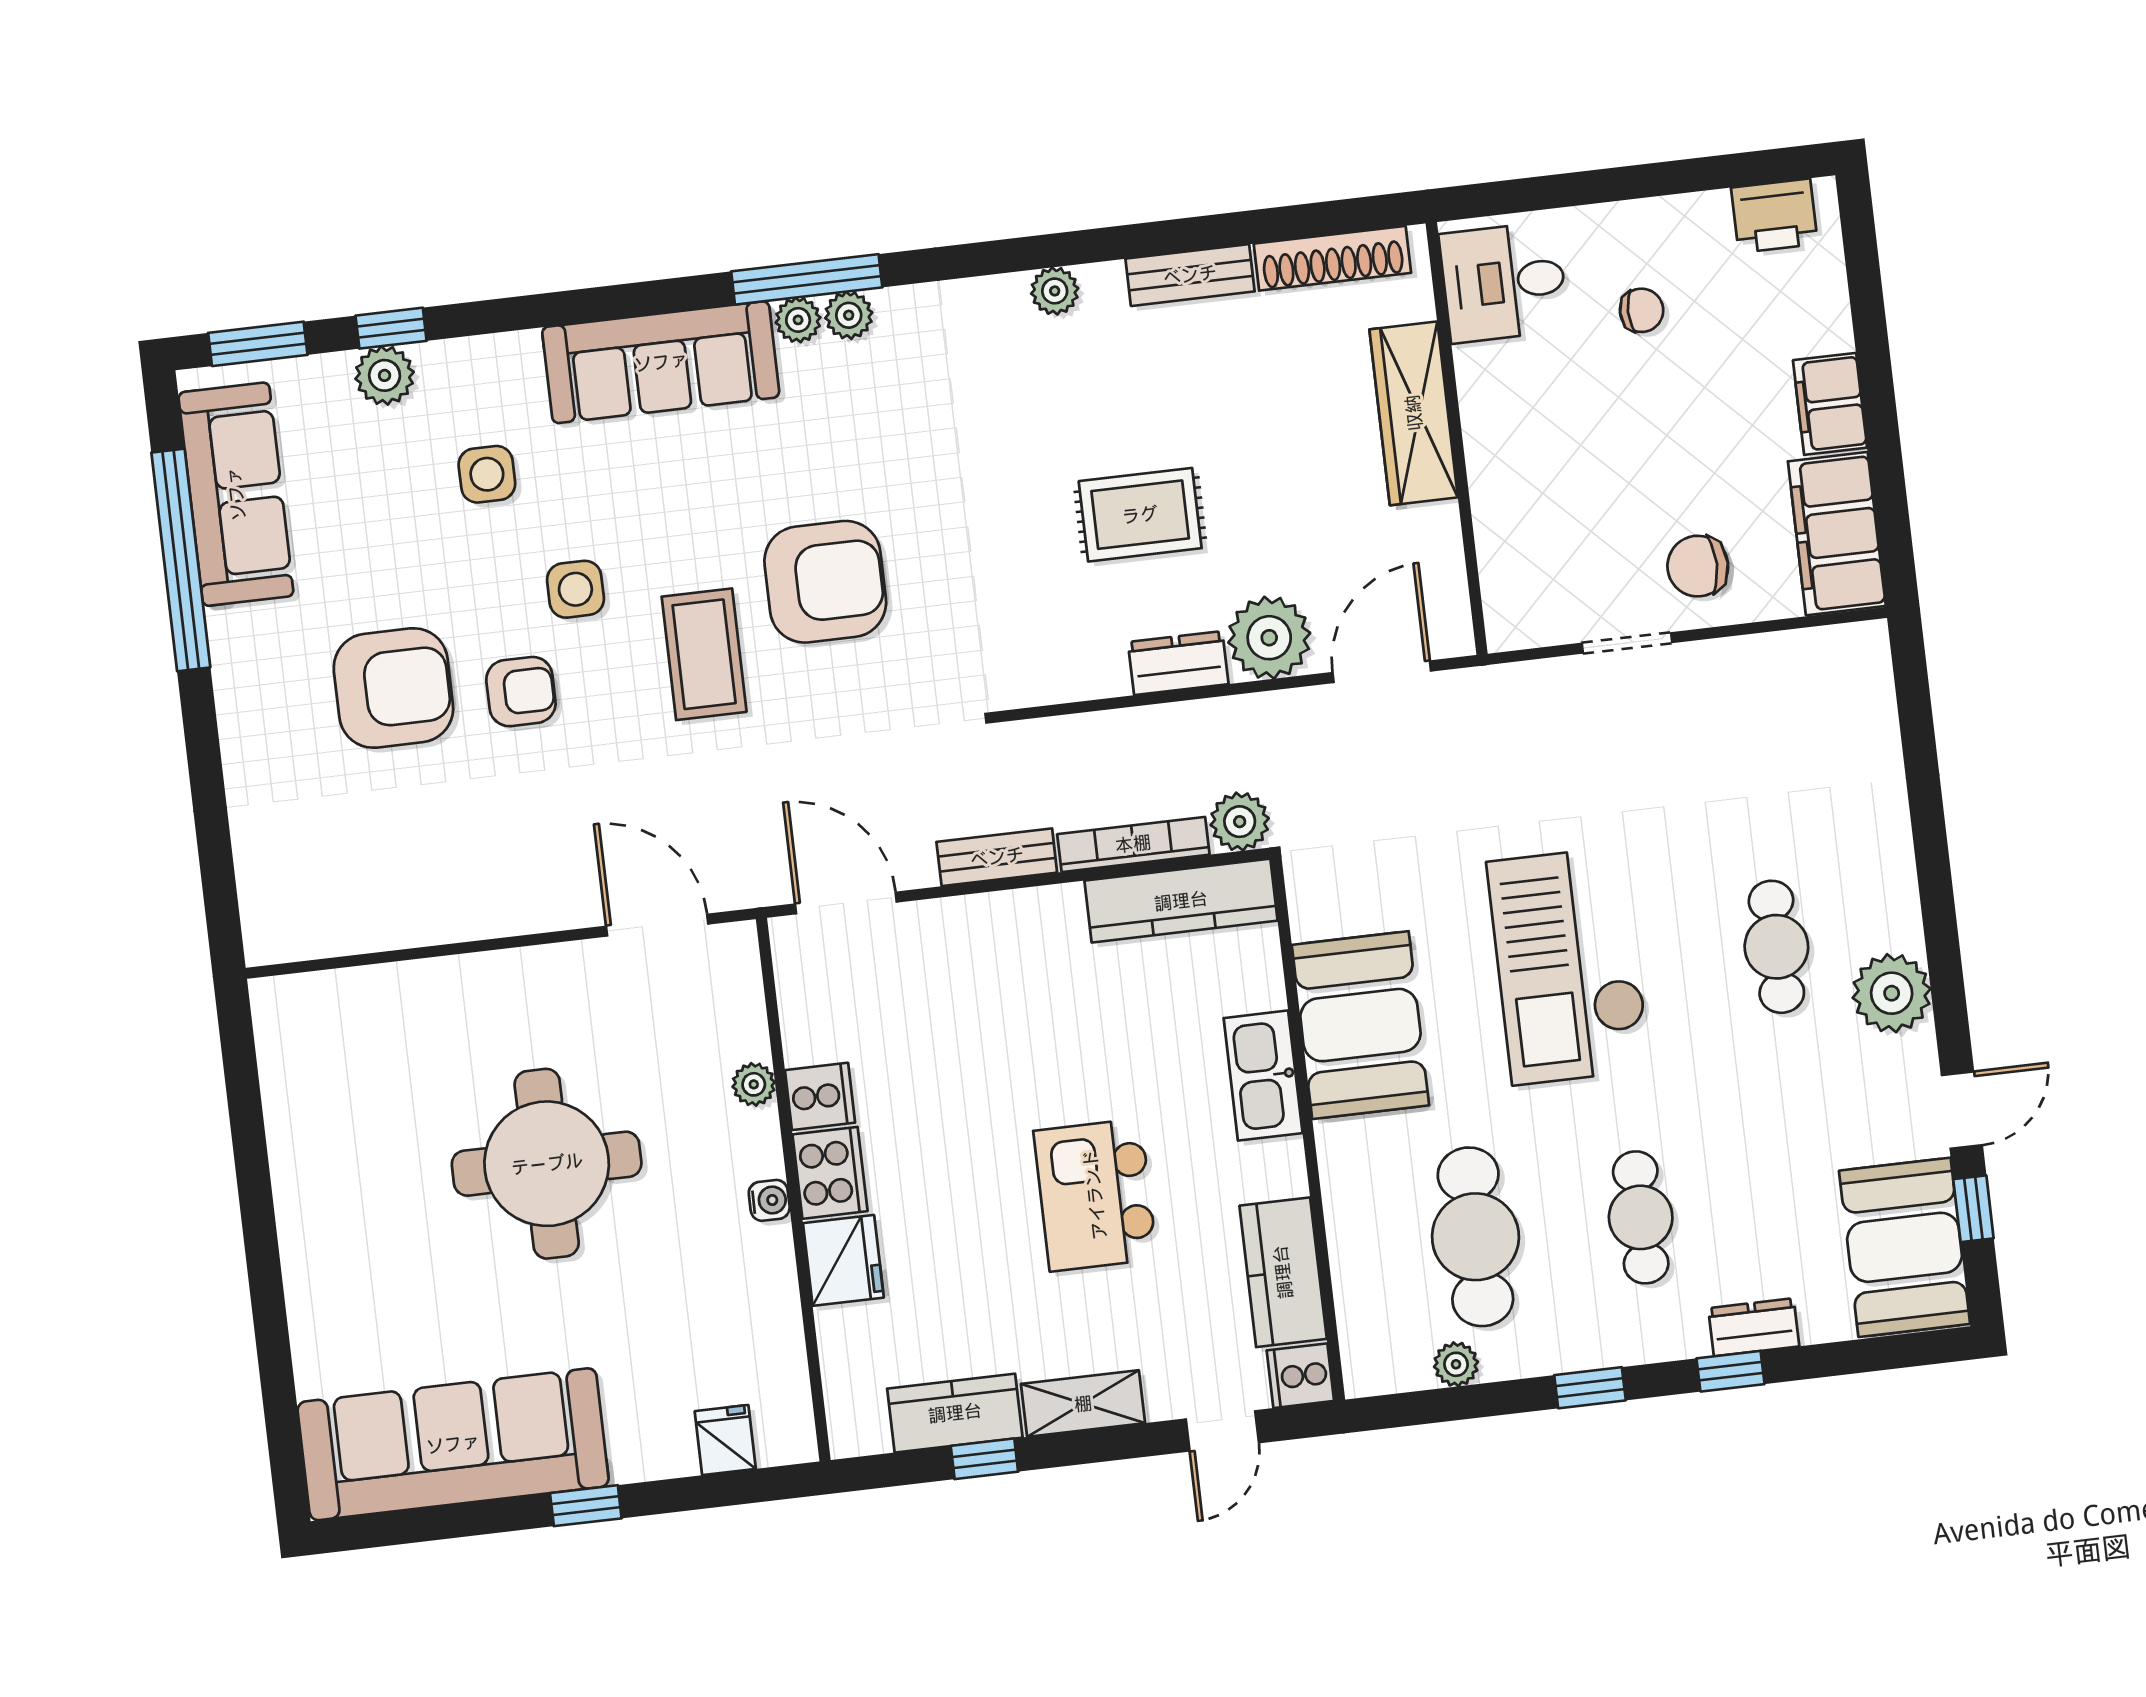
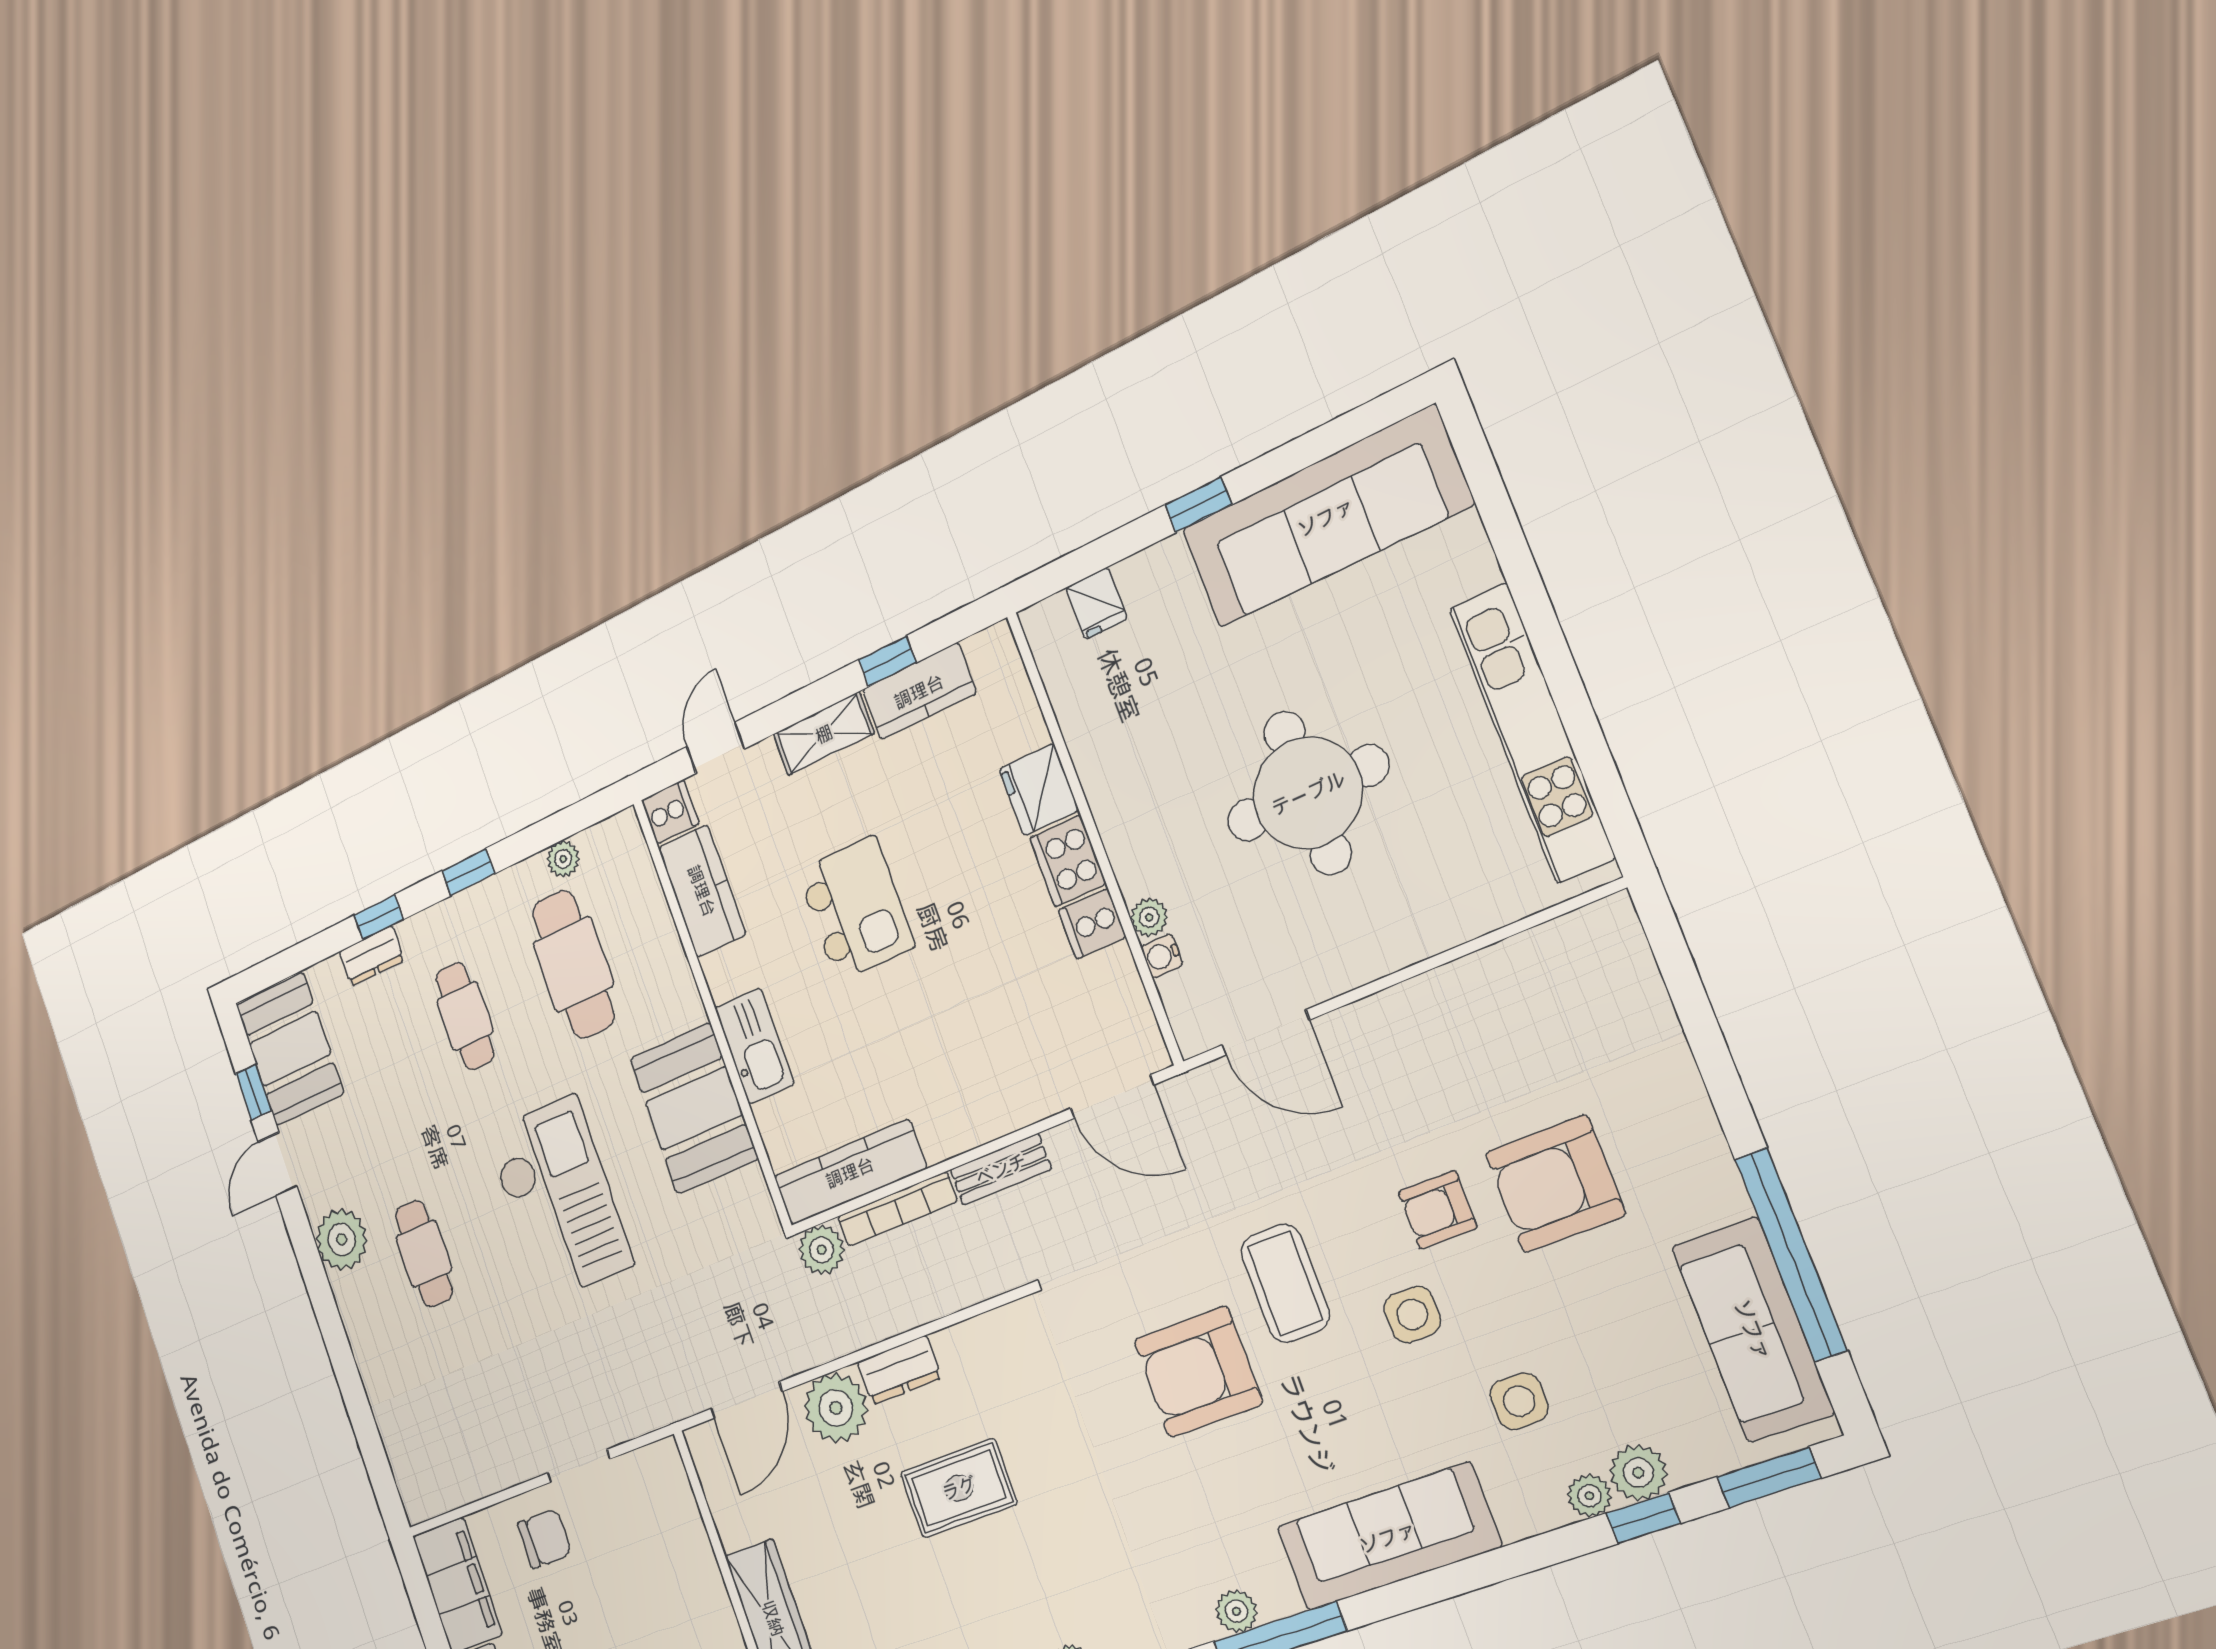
plant: (798, 320) -> (1589, 1496), moved
kitchen unit: (300, 1152) -> (1532, 733), added
water cooler: (769, 1200) -> (1162, 956), moved

